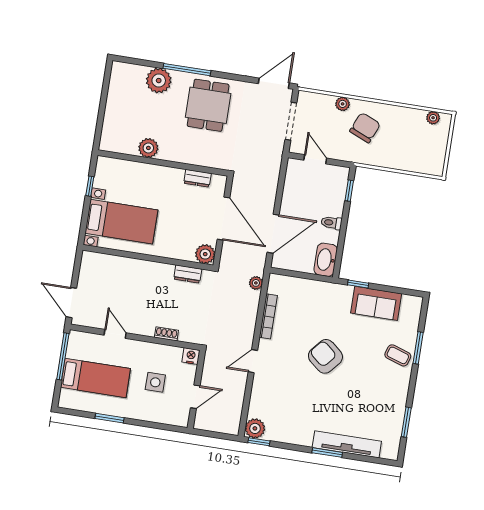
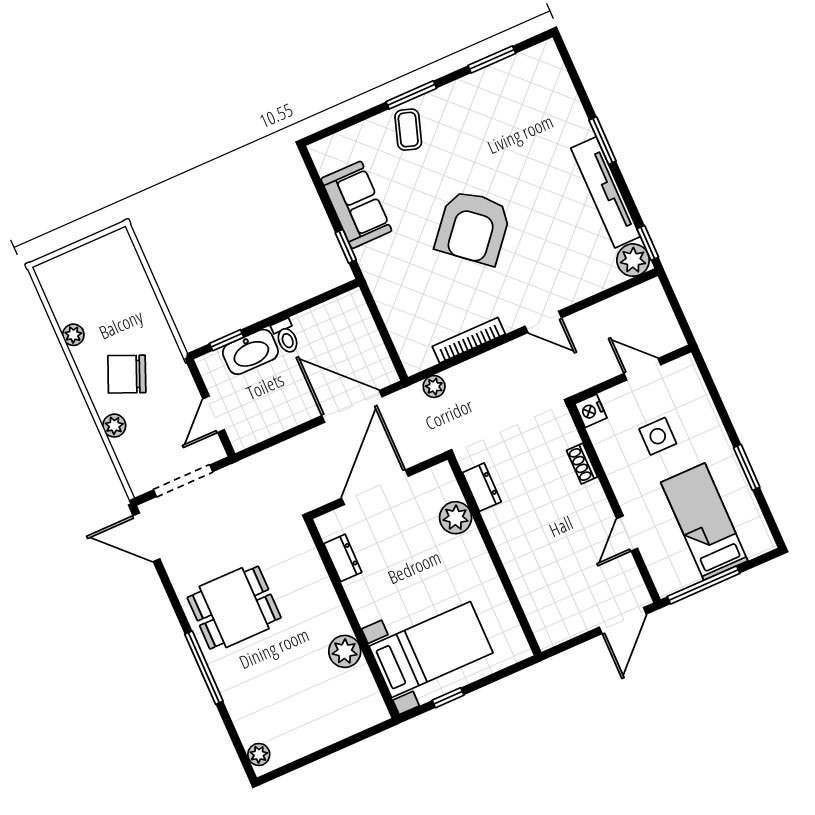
plant: (159, 81) -> (259, 754), moved, width x0.53, depth x0.53
plant: (433, 118) -> (73, 335), moved
bed with nightstands: (121, 222) -> (431, 649), moved, turned 90
plant: (205, 254) -> (456, 518), moved
washbasin: (326, 260) -> (250, 352), moved
window: (418, 348) -> (411, 95), moved
armchair: (325, 356) -> (473, 227), width x1.36, depth x1.36
tv unit: (347, 444) -> (606, 192), moved

